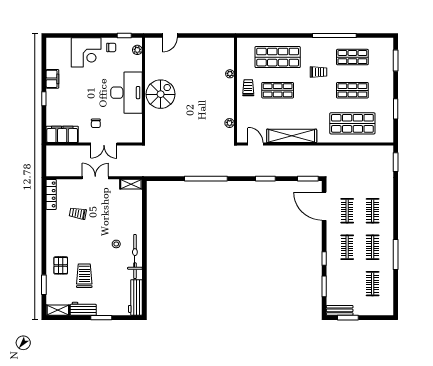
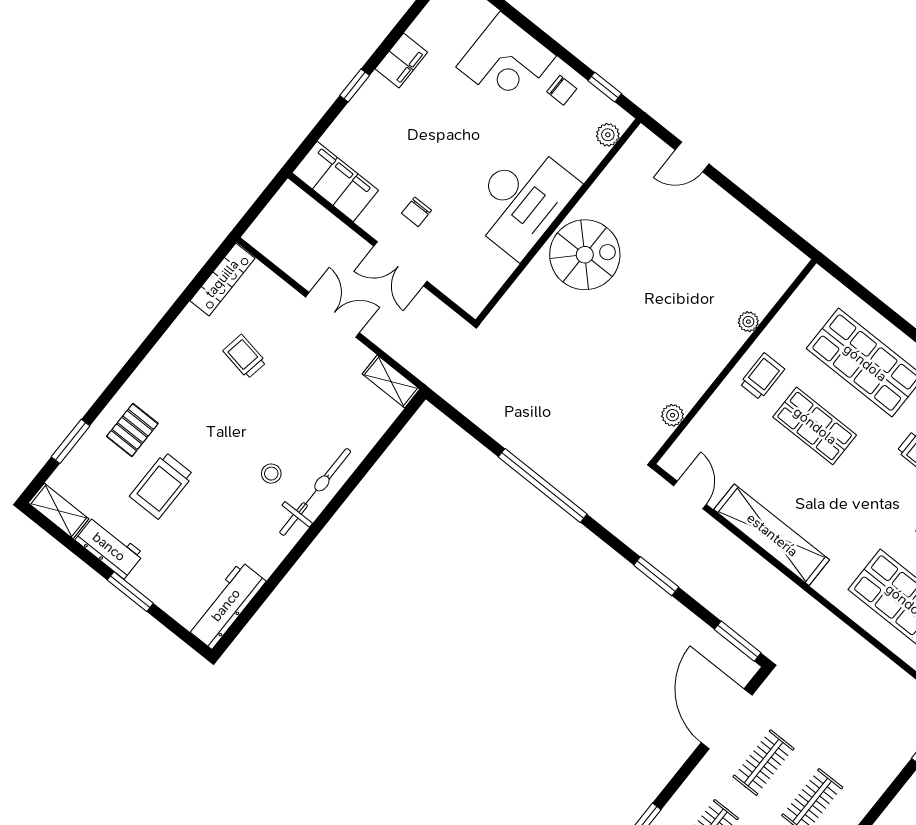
bicycle: (135, 257) -> (315, 492), moved
trolley: (84, 276) -> (162, 486), turned 180

